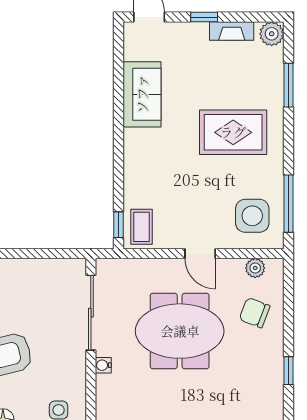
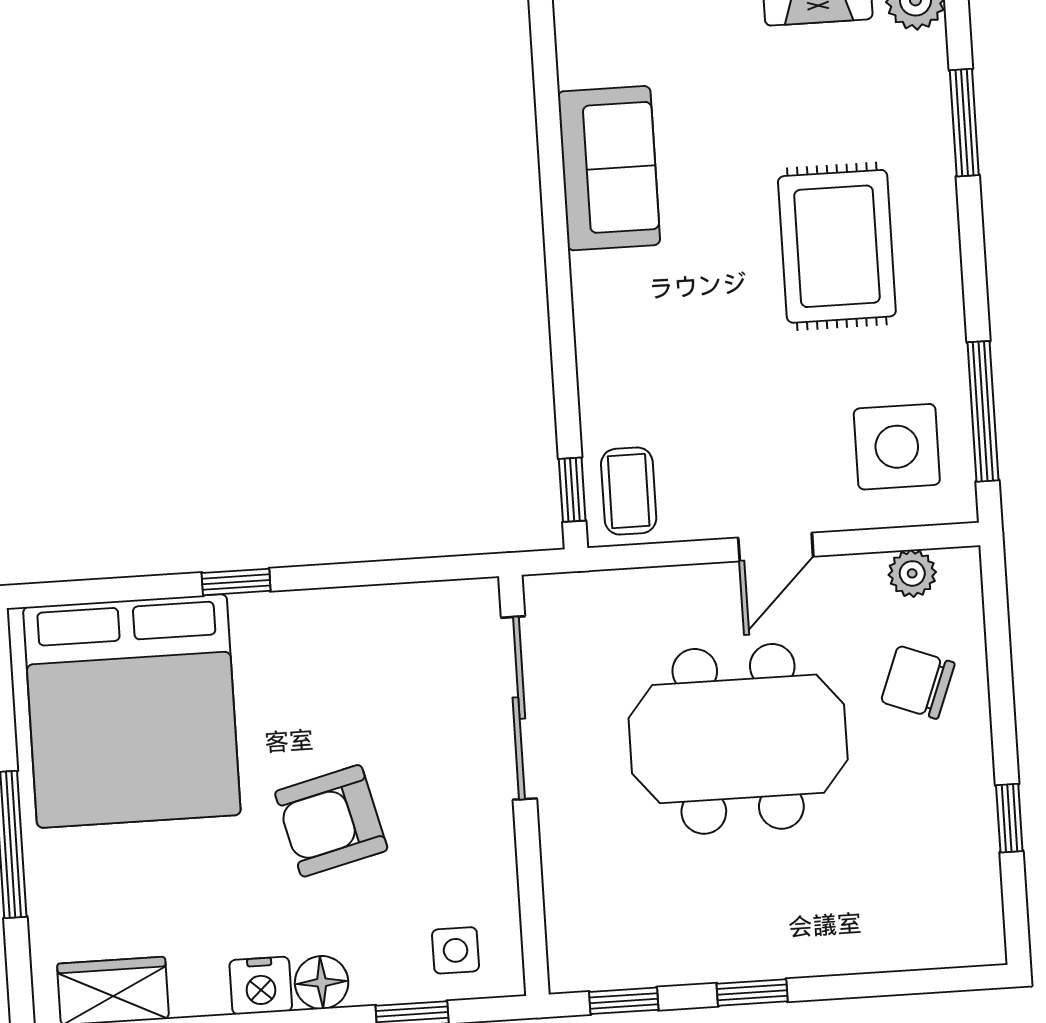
rug: (233, 132) -> (837, 246), turned 90
door: (200, 254) -> (776, 547), hinge flipped
water cooler: (103, 365) -> (557, 834), removed

